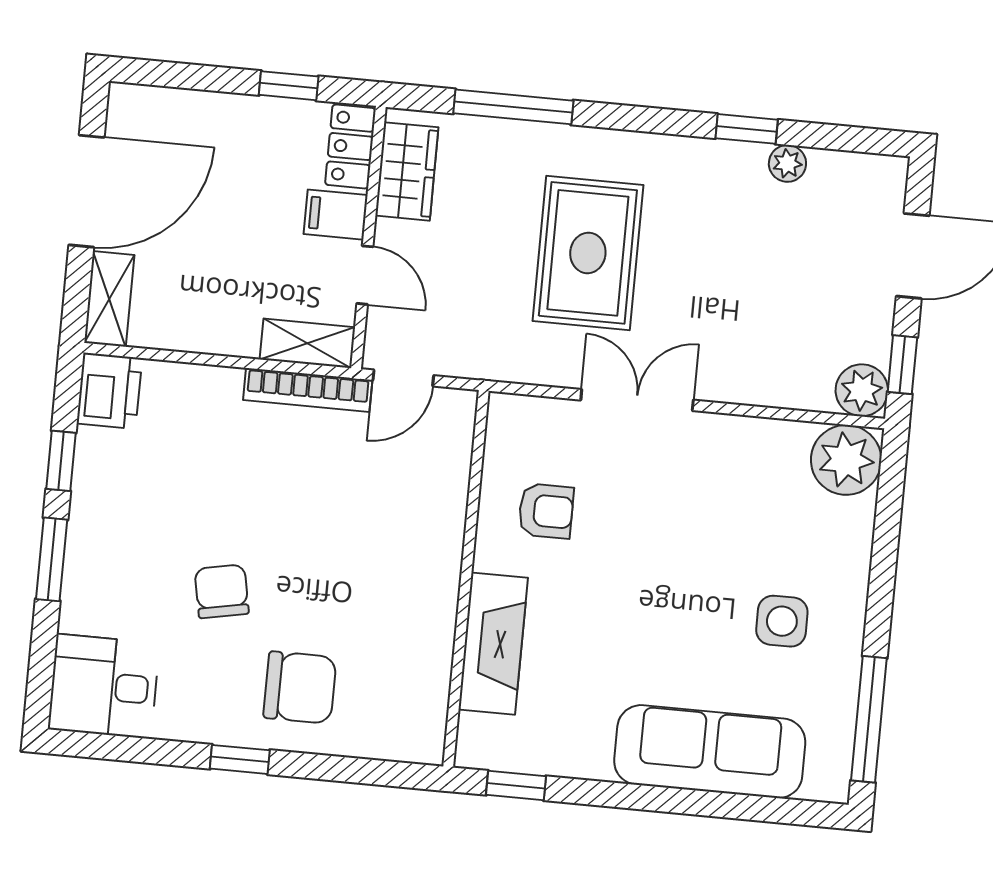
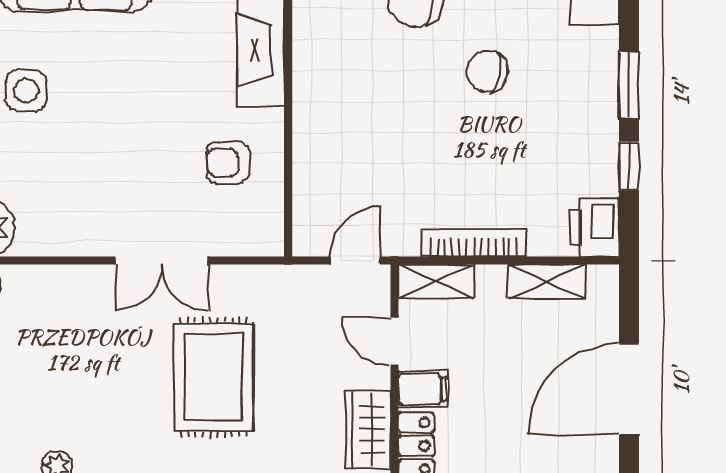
shelving: (109, 299) -> (546, 282), moved, turned 90
bookcase: (308, 390) -> (474, 243), moved
chair: (222, 591) -> (487, 72), turned 111

